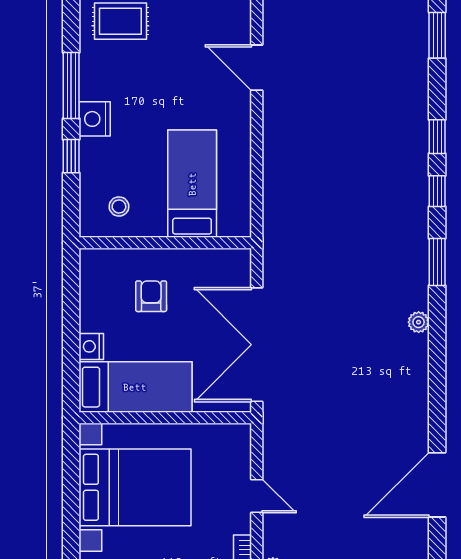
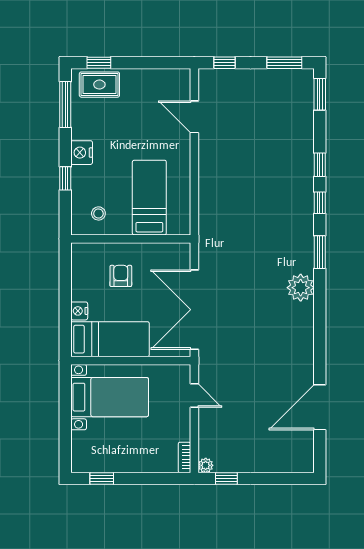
window: (71, 85) -> (65, 104), moved
plant: (419, 322) -> (301, 288), width x1.88, depth x1.88
bed with nightstands: (135, 487) -> (110, 397), width x0.73
door: (257, 496) -> (194, 395), moved

